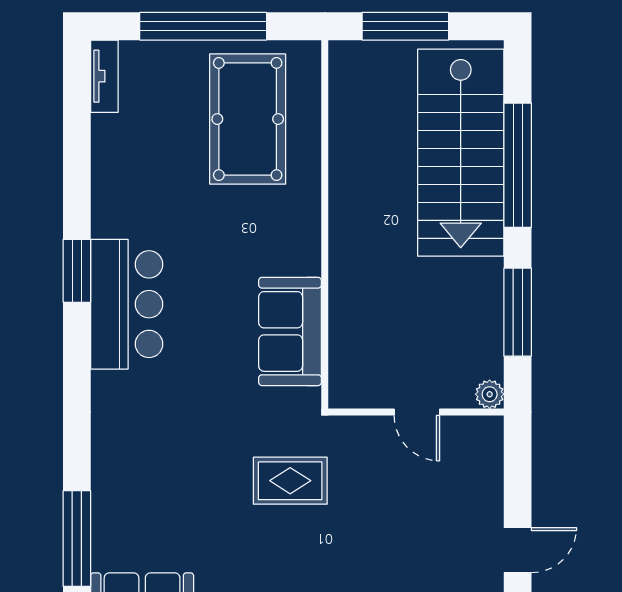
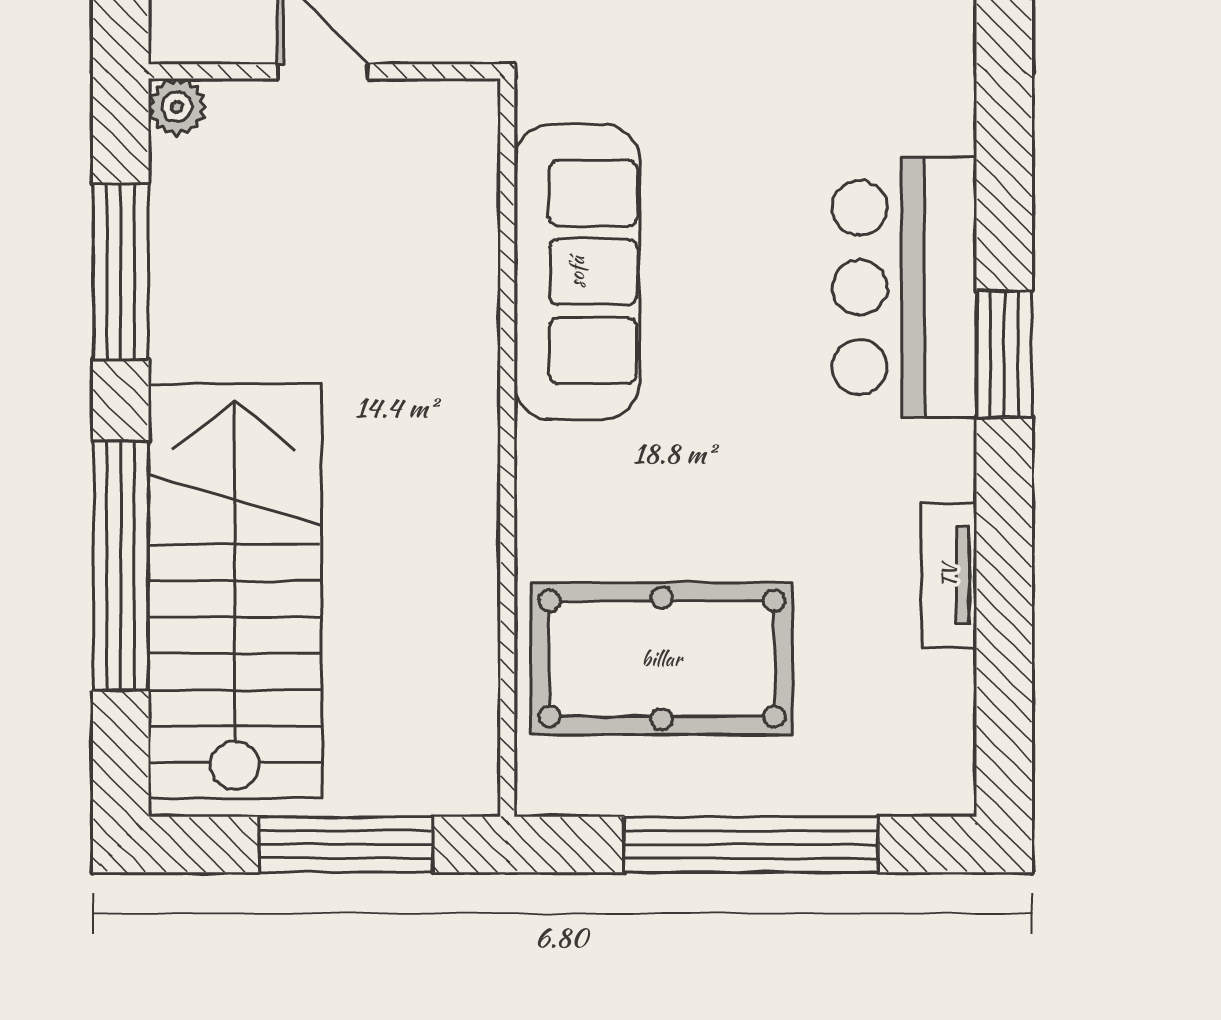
tv unit: (104, 76) -> (949, 576), moved
pool table: (248, 119) -> (662, 659), turned 90
sofa: (290, 331) -> (577, 272), width x1.36

